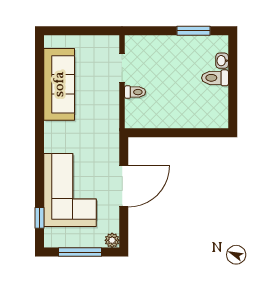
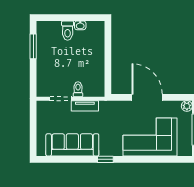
washbasin: (222, 61) -> (80, 25), moved
tv unit: (112, 101) -> (85, 106), added
window: (40, 218) -> (105, 159), moved

